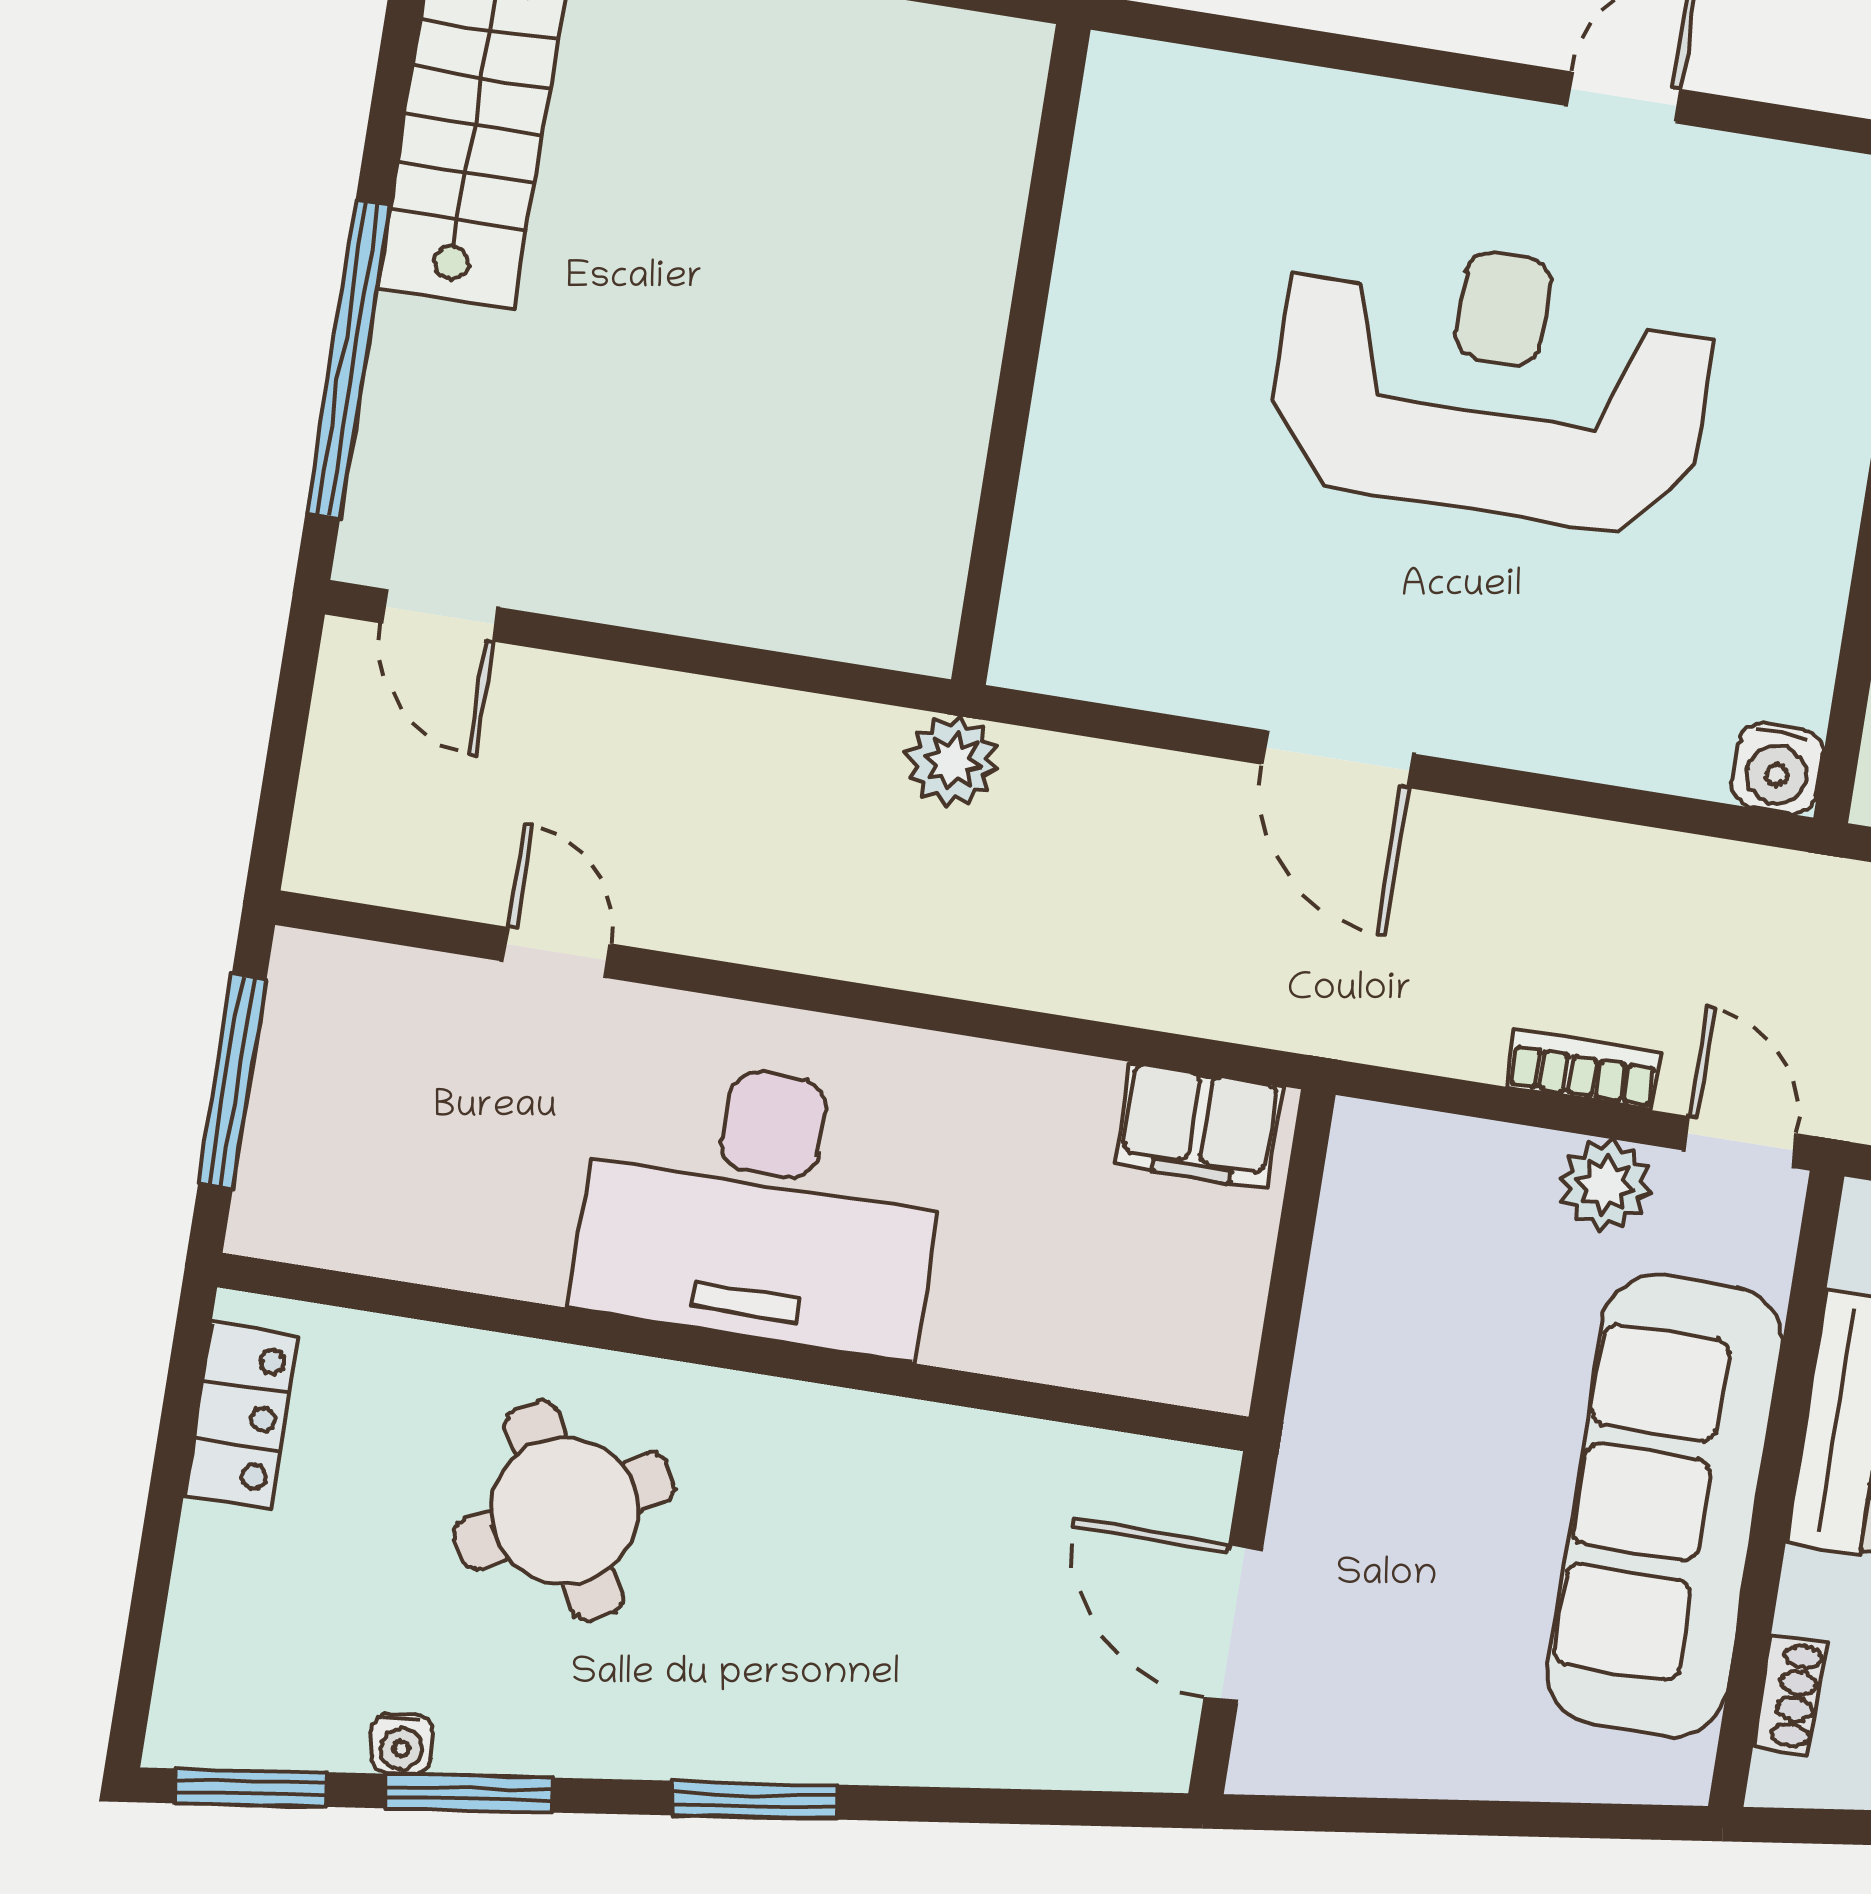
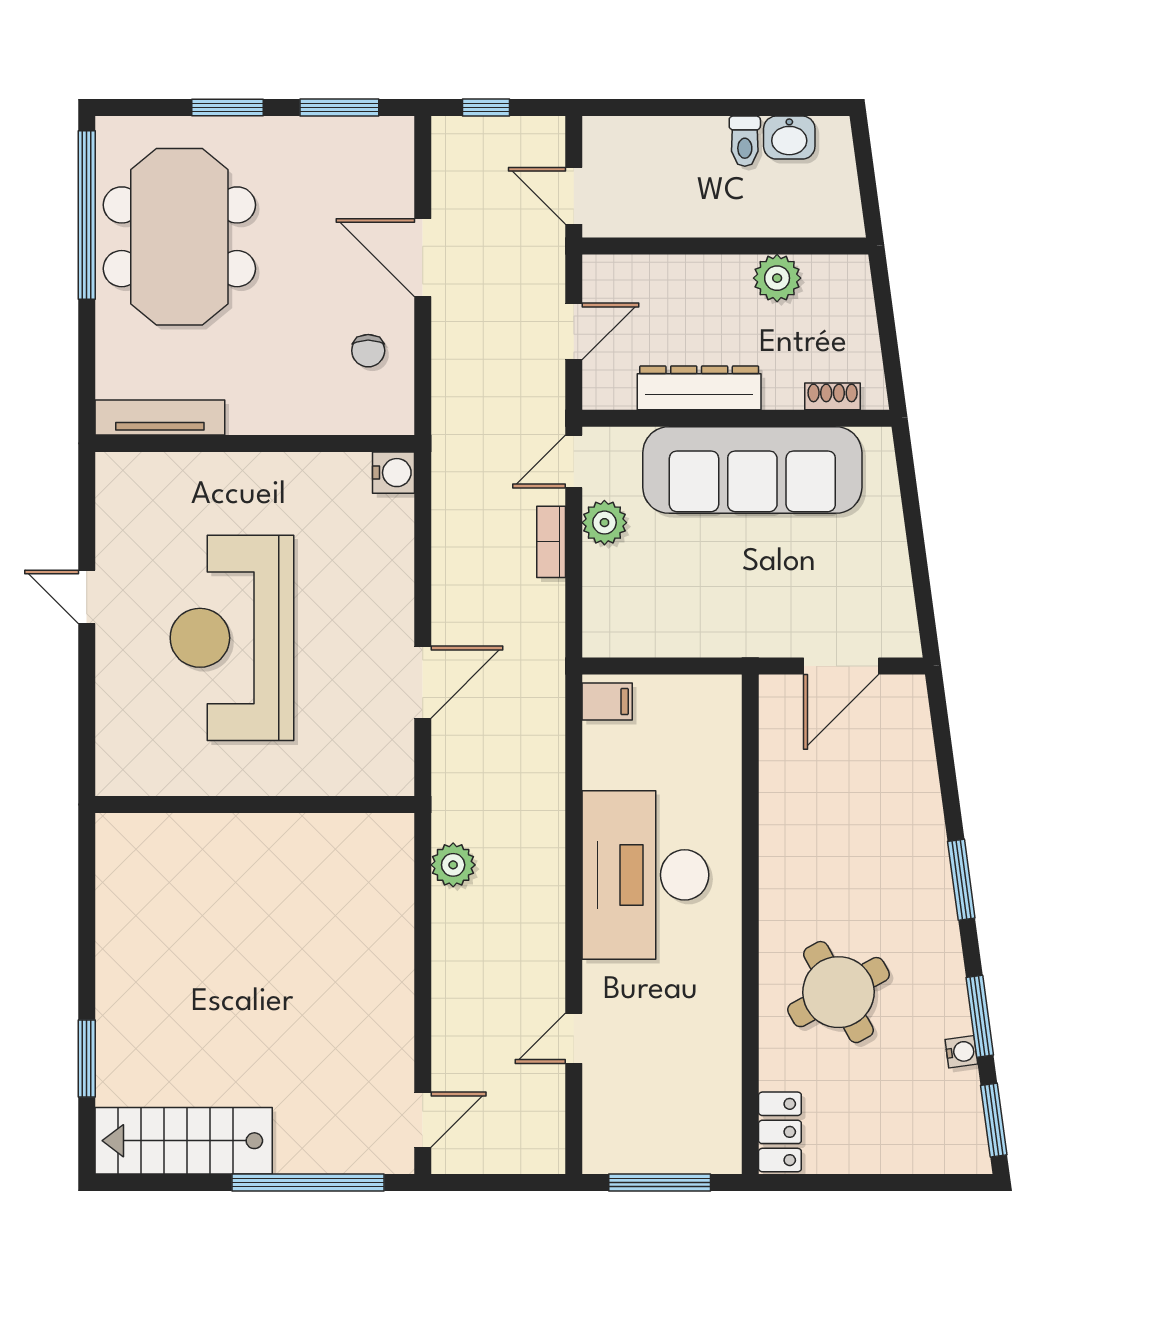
wall: (1021, 355) -> (255, 805), moved
filing cabinet: (1199, 1125) -> (607, 701), width x0.50
desk: (761, 1206) -> (645, 875), moved, turned 180
locker: (241, 1416) -> (780, 1132), moved, turned 90

